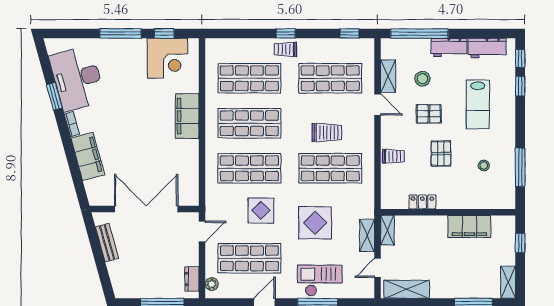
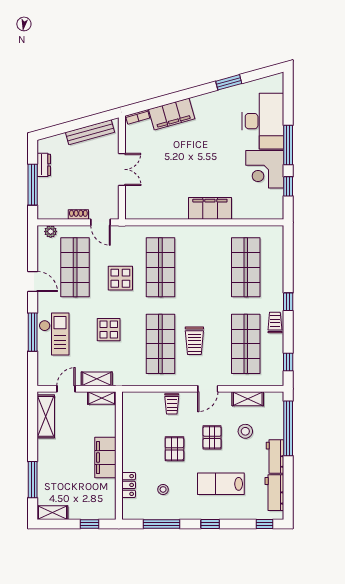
trolley: (285, 49) -> (275, 322), moved
corner desk: (167, 58) -> (265, 169), moved
desk: (77, 78) -> (263, 121), moved, turned 105
window: (520, 86) -> (210, 524), moved
door: (378, 105) -> (208, 389), moved
shop shelf: (249, 123) -> (203, 267), removed
bookcase: (72, 124) -> (138, 117), moved
pallet: (441, 154) -> (174, 449), turned 90
locker: (422, 202) -> (129, 485), moved
double door: (146, 209) -> (122, 169), width x0.54
display table: (315, 223) -> (109, 330), width x0.73, depth x0.73
filing cabinet: (469, 226) -> (105, 458), moved
bench: (107, 243) -> (90, 132), width x1.36
shoe rack: (194, 255) -> (78, 215), added
door: (378, 268) -> (66, 389), hinge flipped
dresser: (192, 279) -> (44, 165), moved, turned 90

